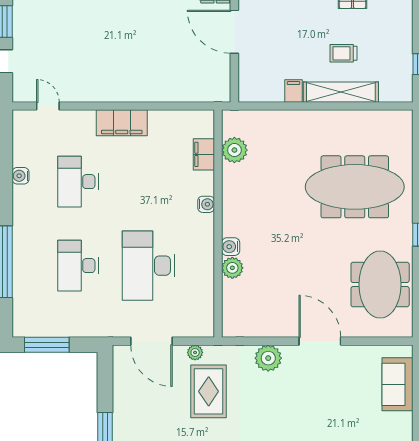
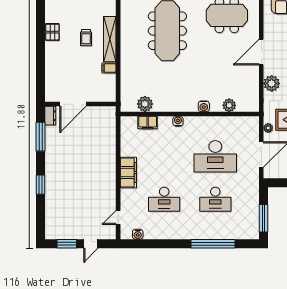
water cooler: (20, 176) -> (138, 234), moved
plant: (232, 268) -> (229, 105), moved

